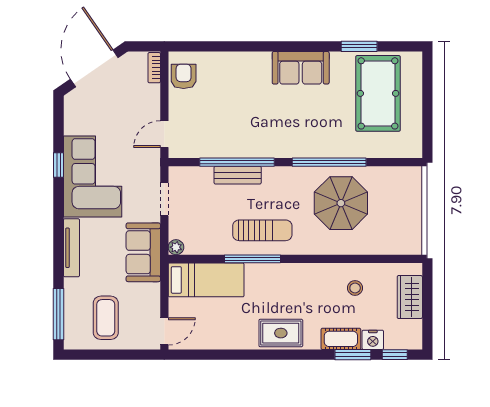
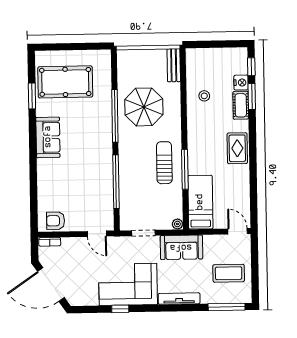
bench: (238, 175) -> (174, 65), moved
wardrobe: (410, 297) -> (210, 57), removed

